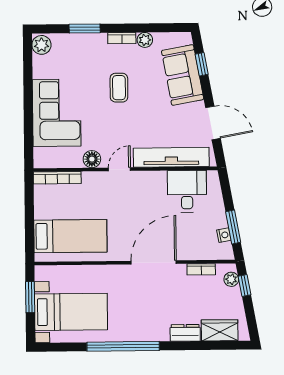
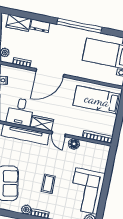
corner sofa: (57, 113) -> (86, 191), moved
door: (119, 169) -> (59, 134), hinge flipped
wardrobe: (149, 181) -> (42, 123), added

